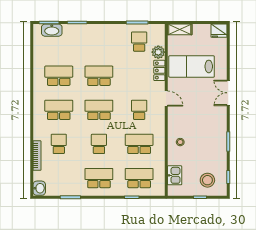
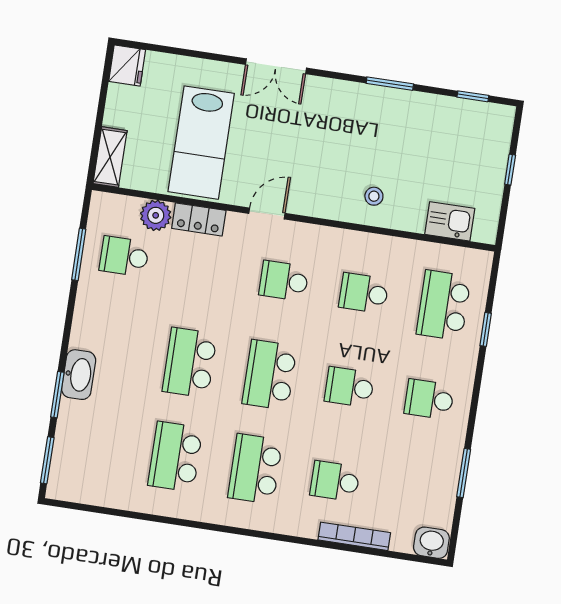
washbasin: (52, 30) -> (79, 375), moved
school desk: (139, 144) -> (364, 293), width x0.54
school desk: (99, 178) -> (429, 399), width x0.54
stool: (207, 180) -> (473, 146), removed

